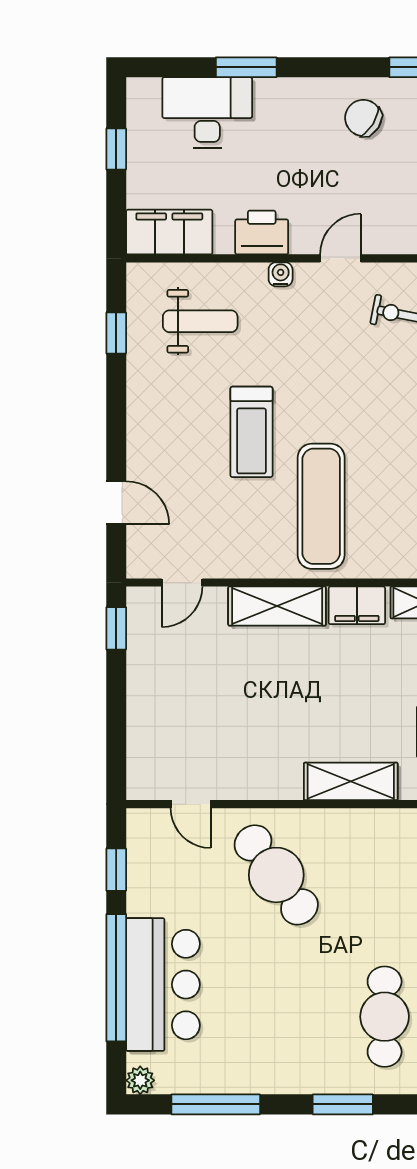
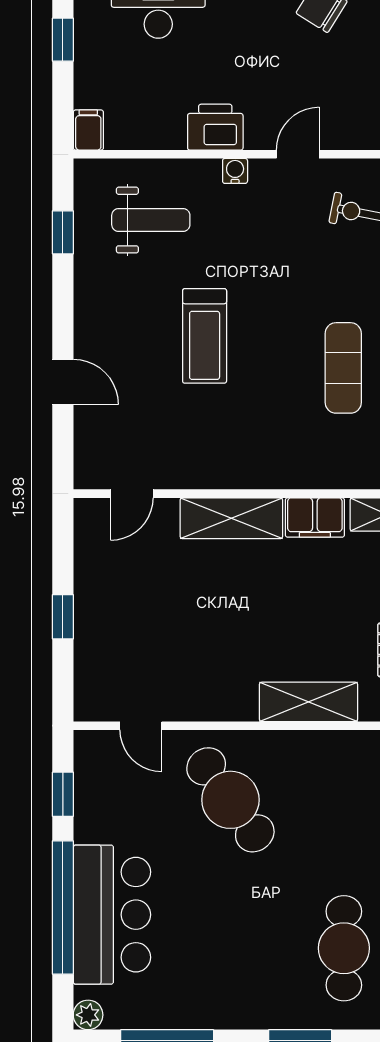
filing cabinet: (169, 232) -> (88, 130), width x0.33, depth x0.86
door: (116, 503) -> (63, 382), moved
exercise mat: (321, 506) -> (343, 368), moved, width x0.73, depth x0.69
window: (116, 628) -> (63, 617), moved

